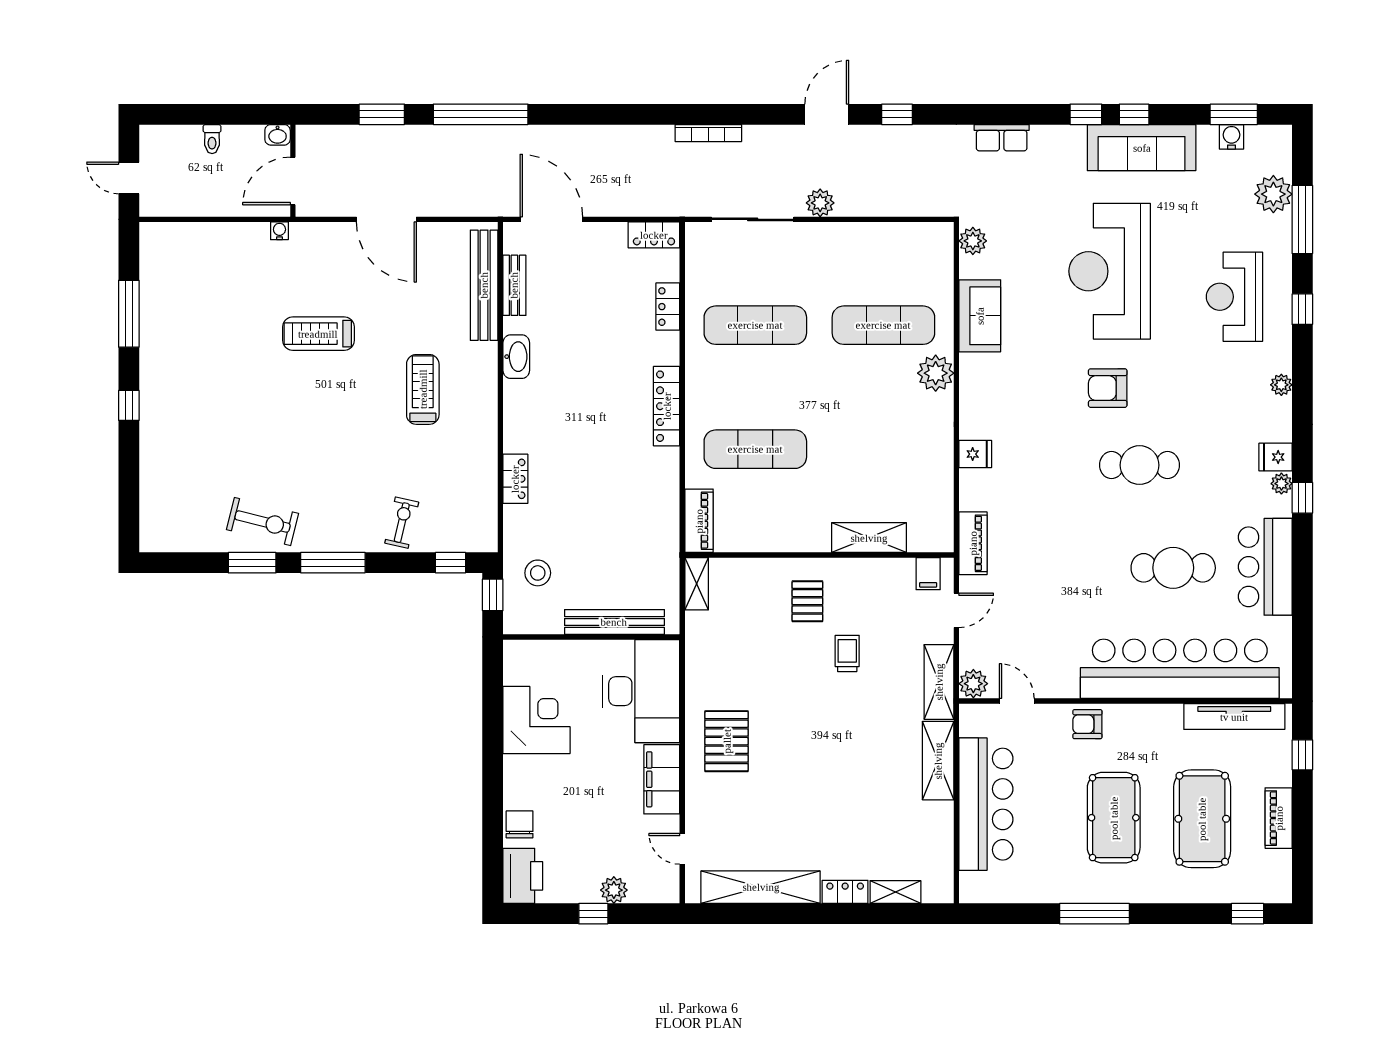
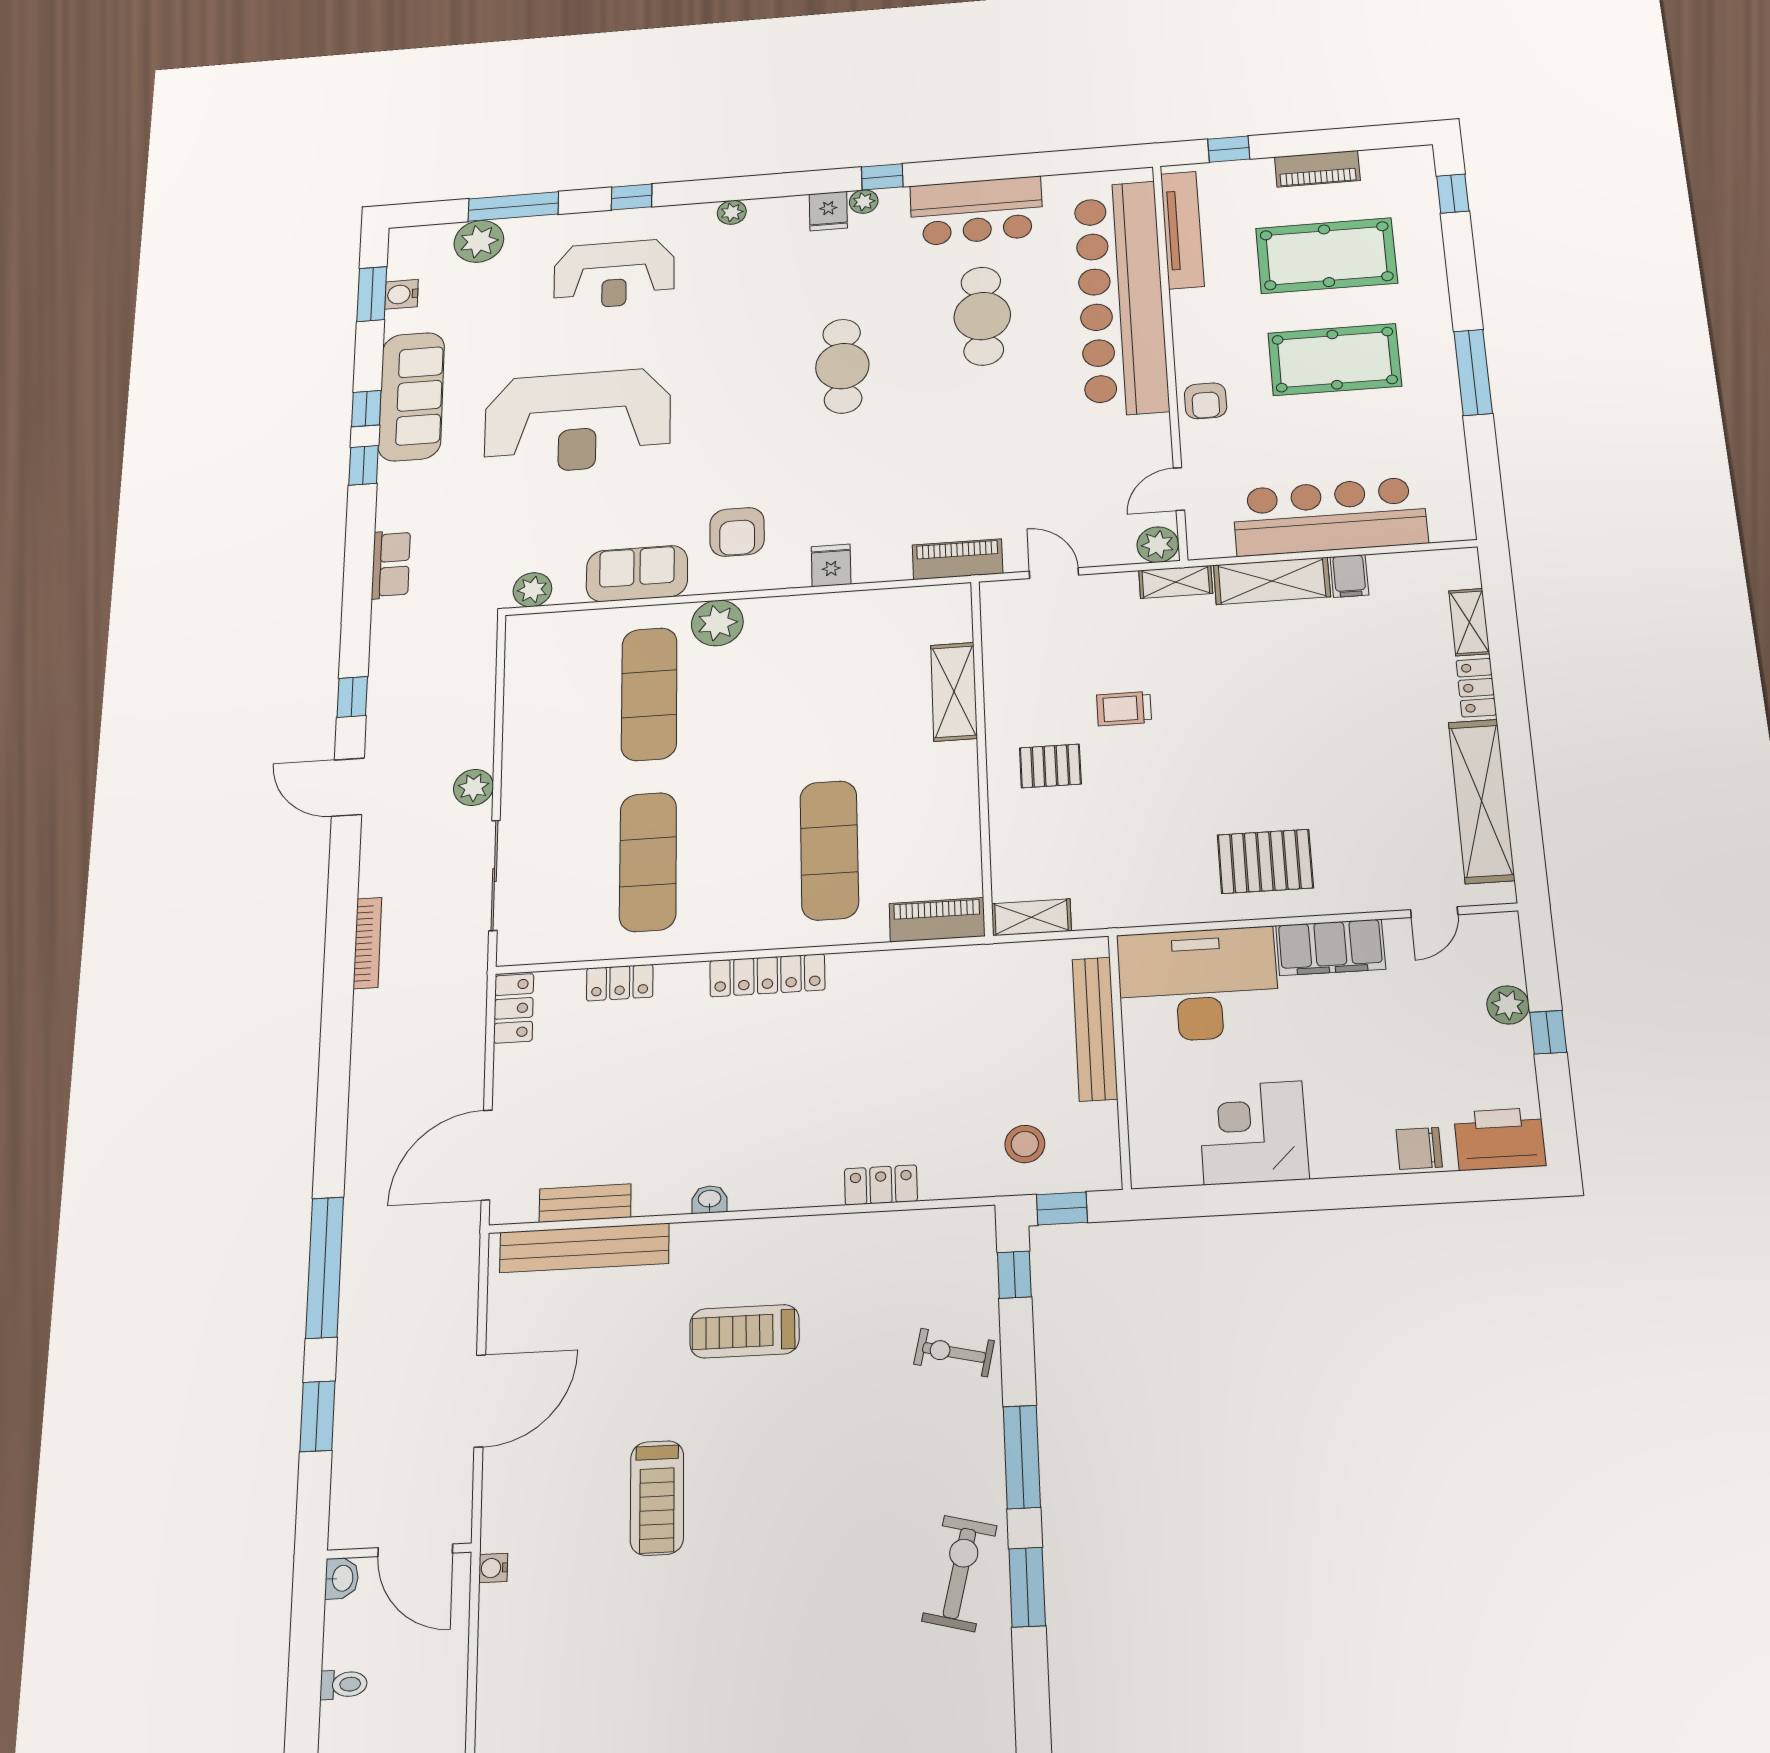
washbasin: (516, 357) -> (710, 1199), width x0.52, depth x0.69
armchair: (1108, 388) -> (737, 532), moved
filing cabinet: (928, 574) -> (1349, 576), moved, turned 90
shelving: (939, 682) -> (1176, 582), width x0.67, depth x0.75

